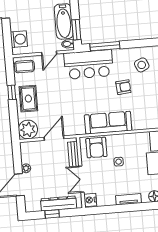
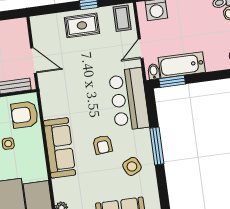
window: (105, 46) -> (157, 146), moved
door: (49, 53) -> (141, 49), hinge flipped
sofa: (108, 123) -> (60, 148), moved
plant: (28, 130) -> (43, 27), removed

